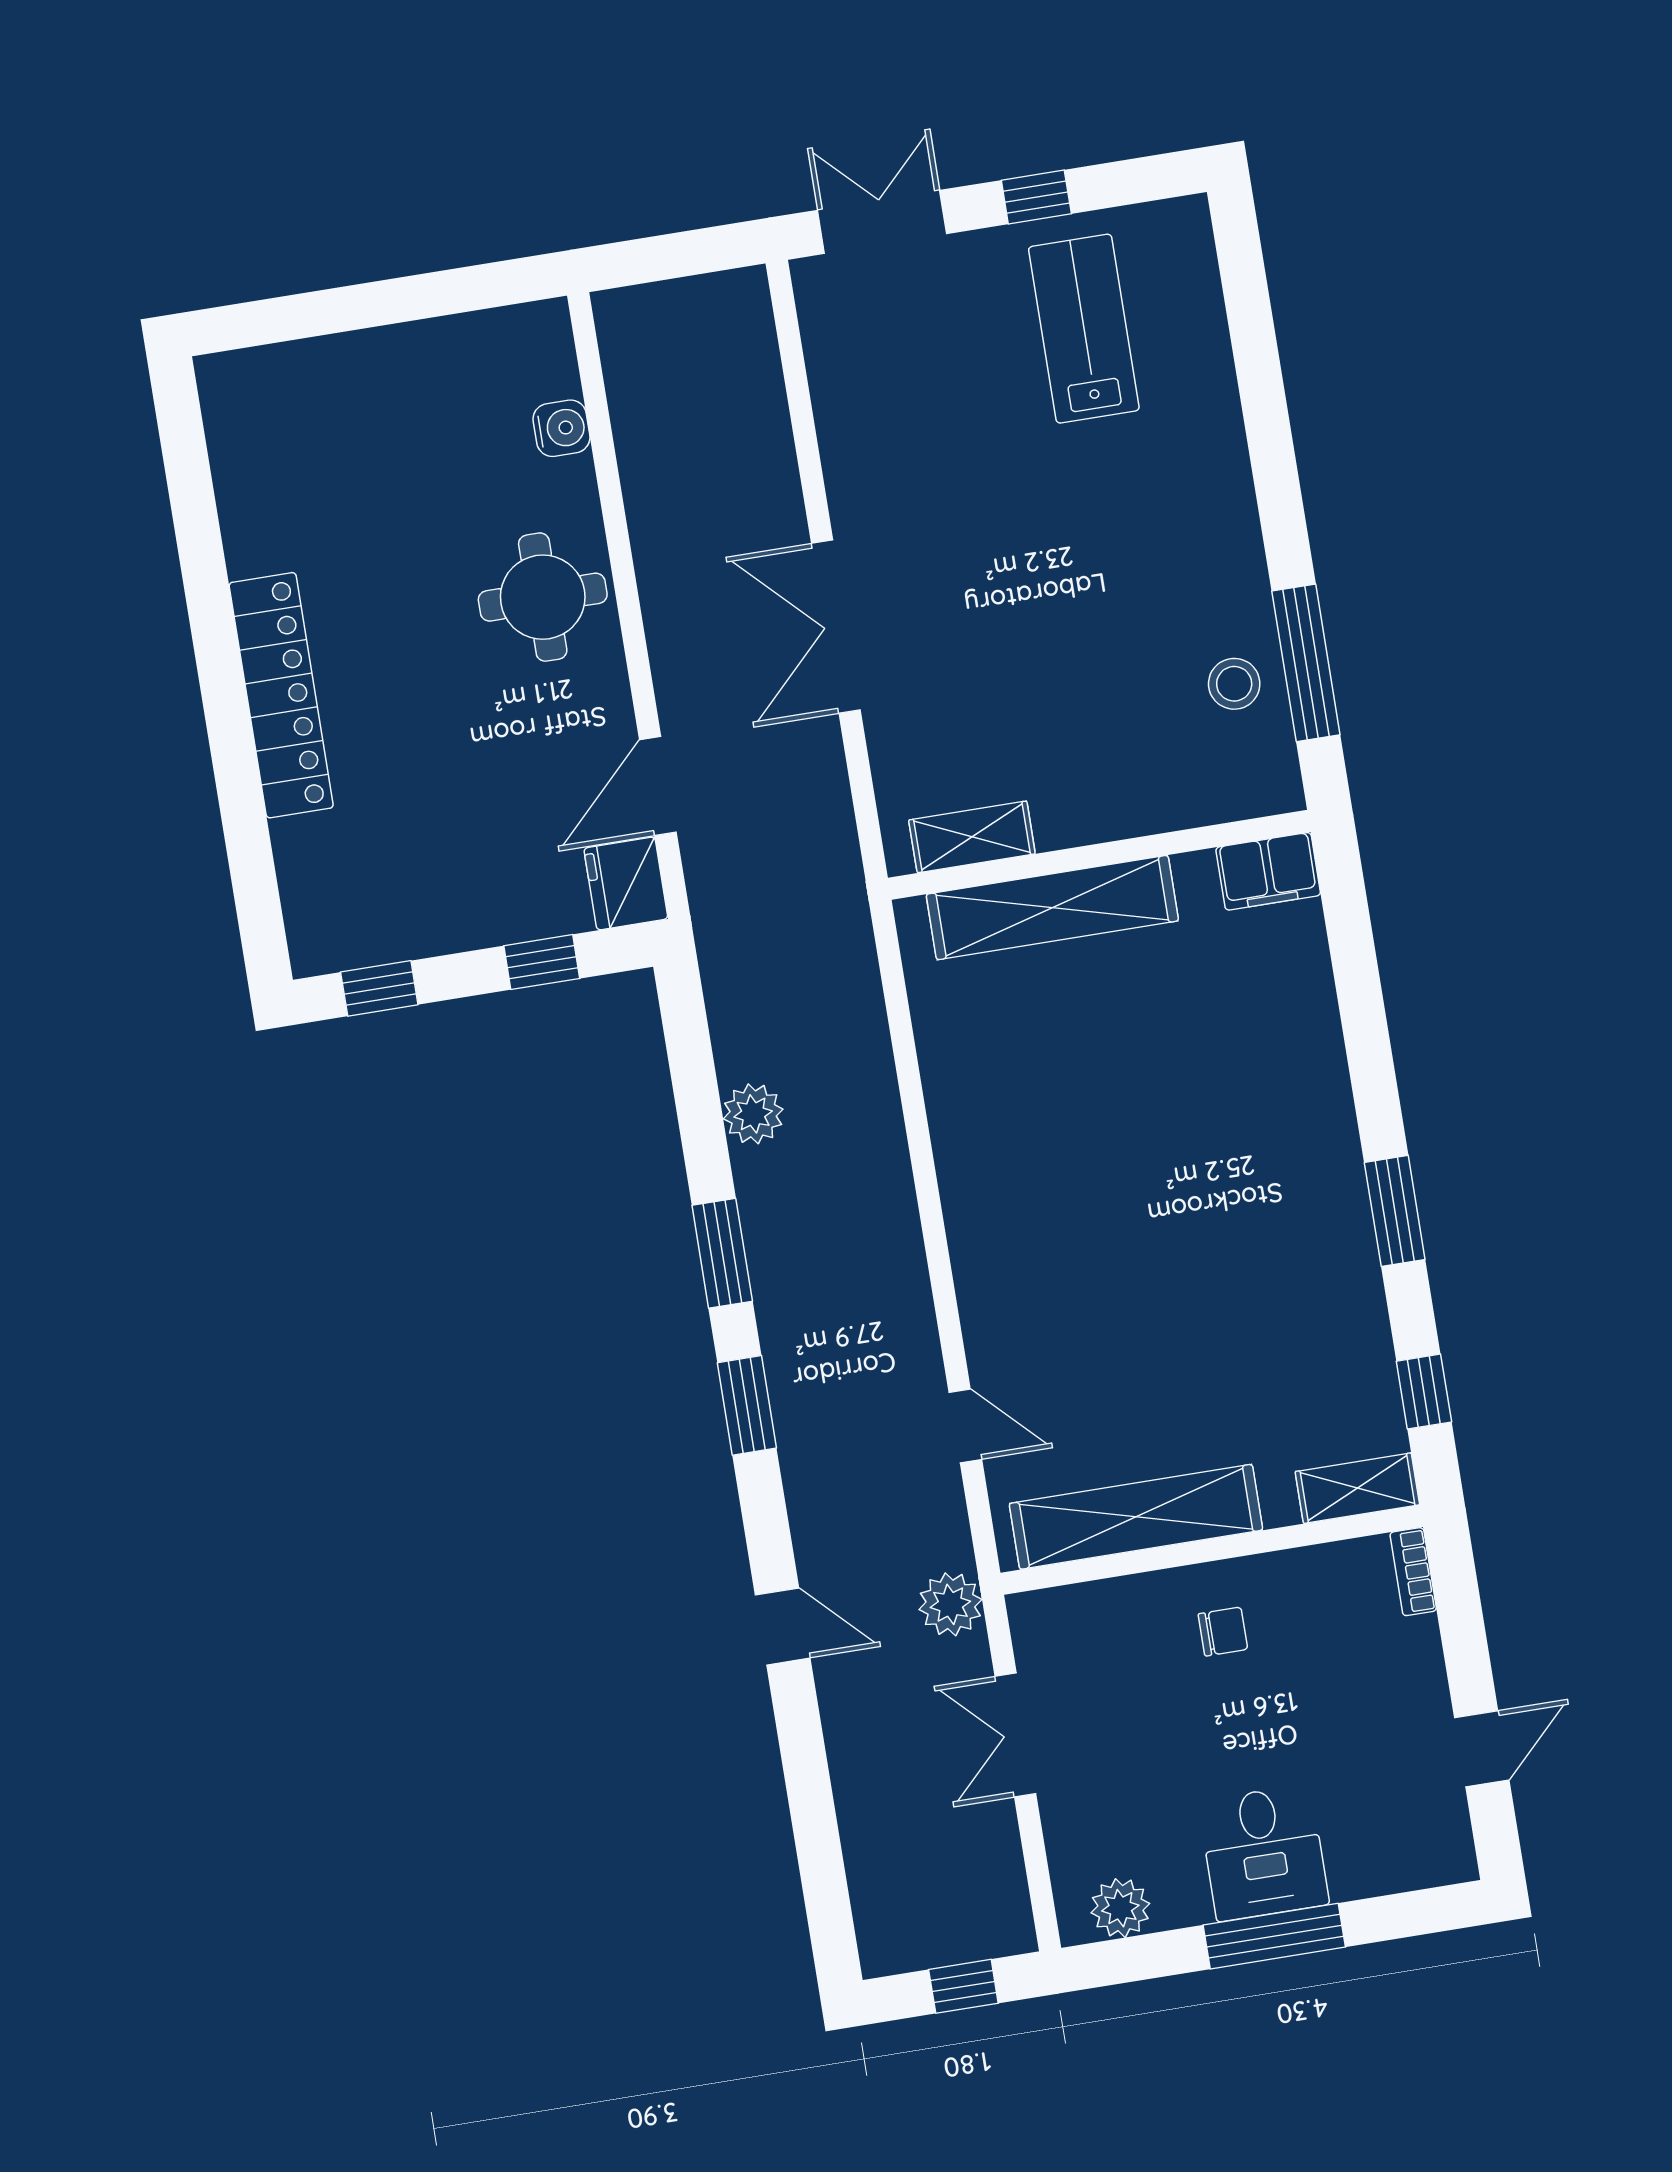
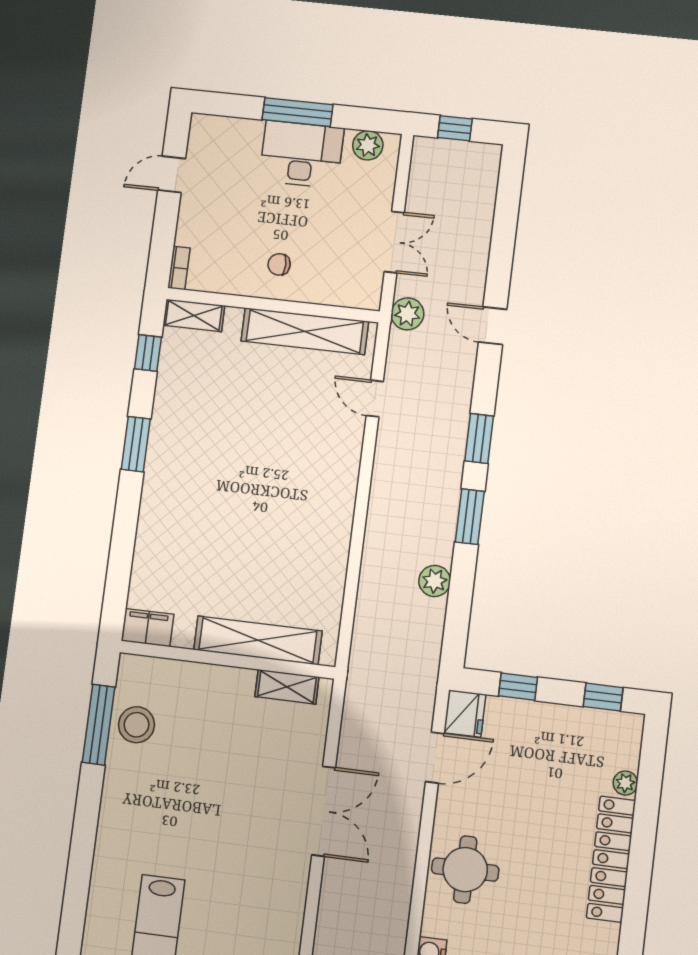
stool: (1234, 684) -> (136, 725), width x1.38, depth x1.38
plant: (294, 842) -> (625, 783), added
desk: (1264, 1853) -> (301, 154), width x1.37

